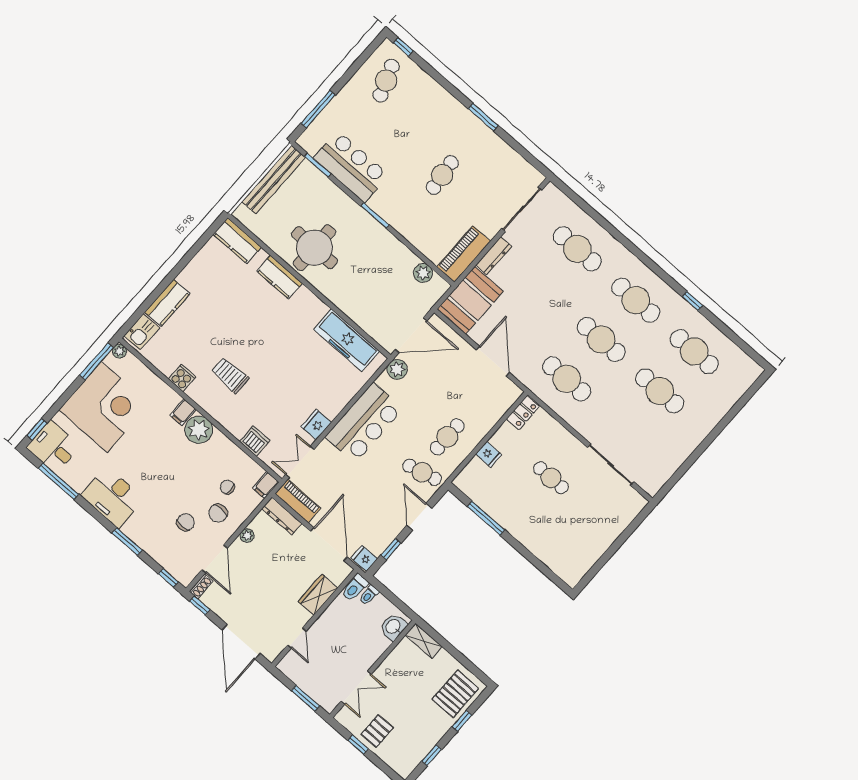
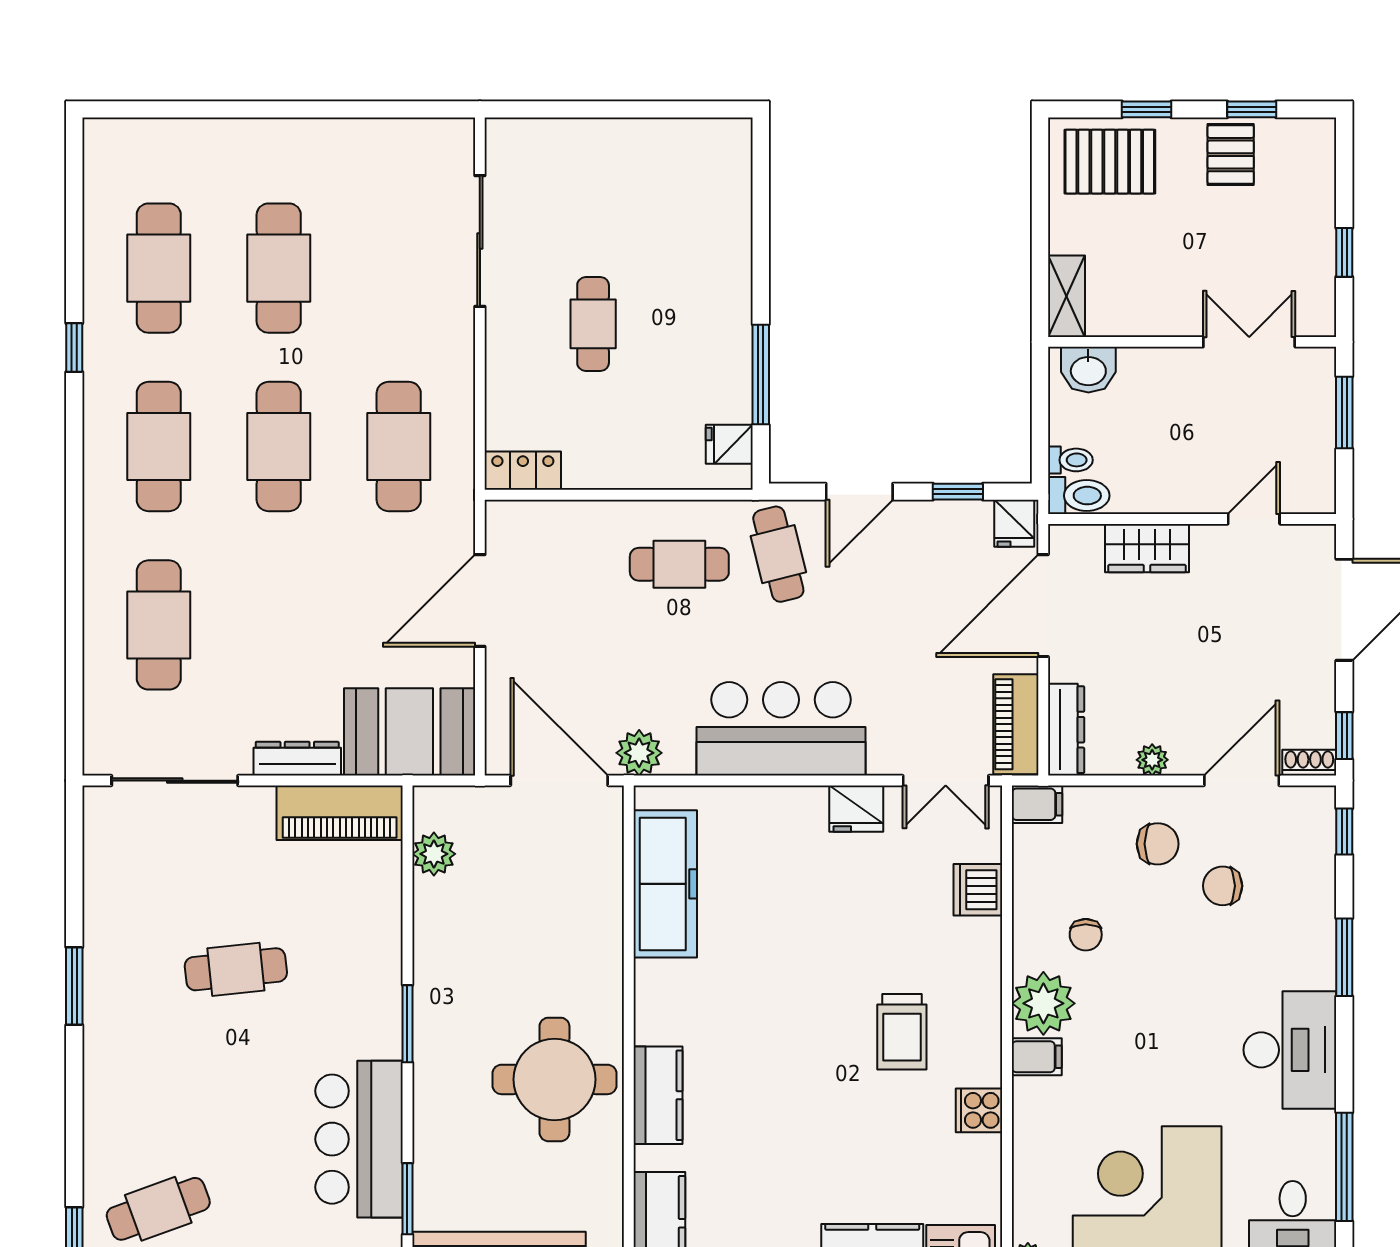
fridge: (489, 454) -> (729, 444), moved, turned -90
chair: (227, 487) -> (1086, 935), moved
pallet: (377, 731) -> (1231, 155), moved, turned 90

